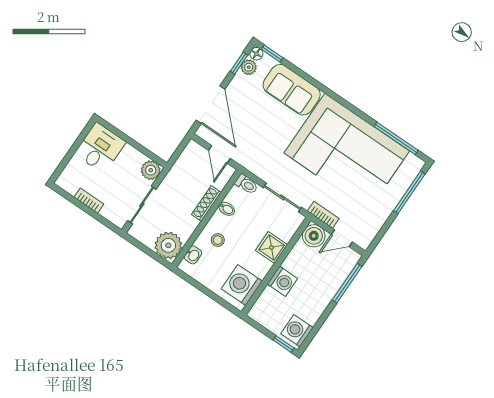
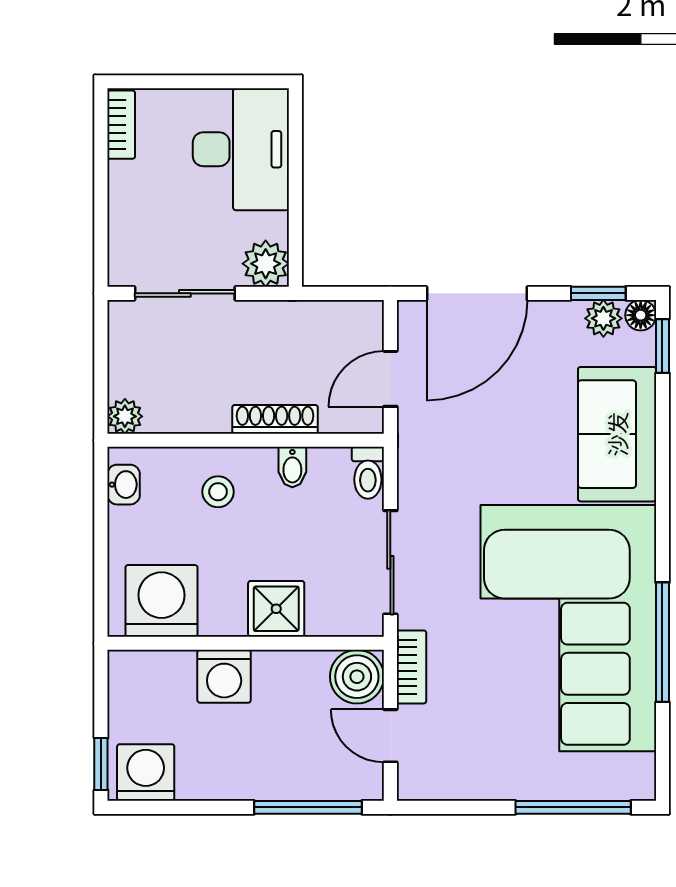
window: (396, 138) -> (662, 642), moved
desk: (100, 148) -> (241, 149), width x1.37
bookcase: (89, 201) -> (121, 125), moved
plant: (168, 245) -> (125, 416), width x0.53, depth x0.53
washbasin: (193, 255) -> (124, 485), moved, turned -90

